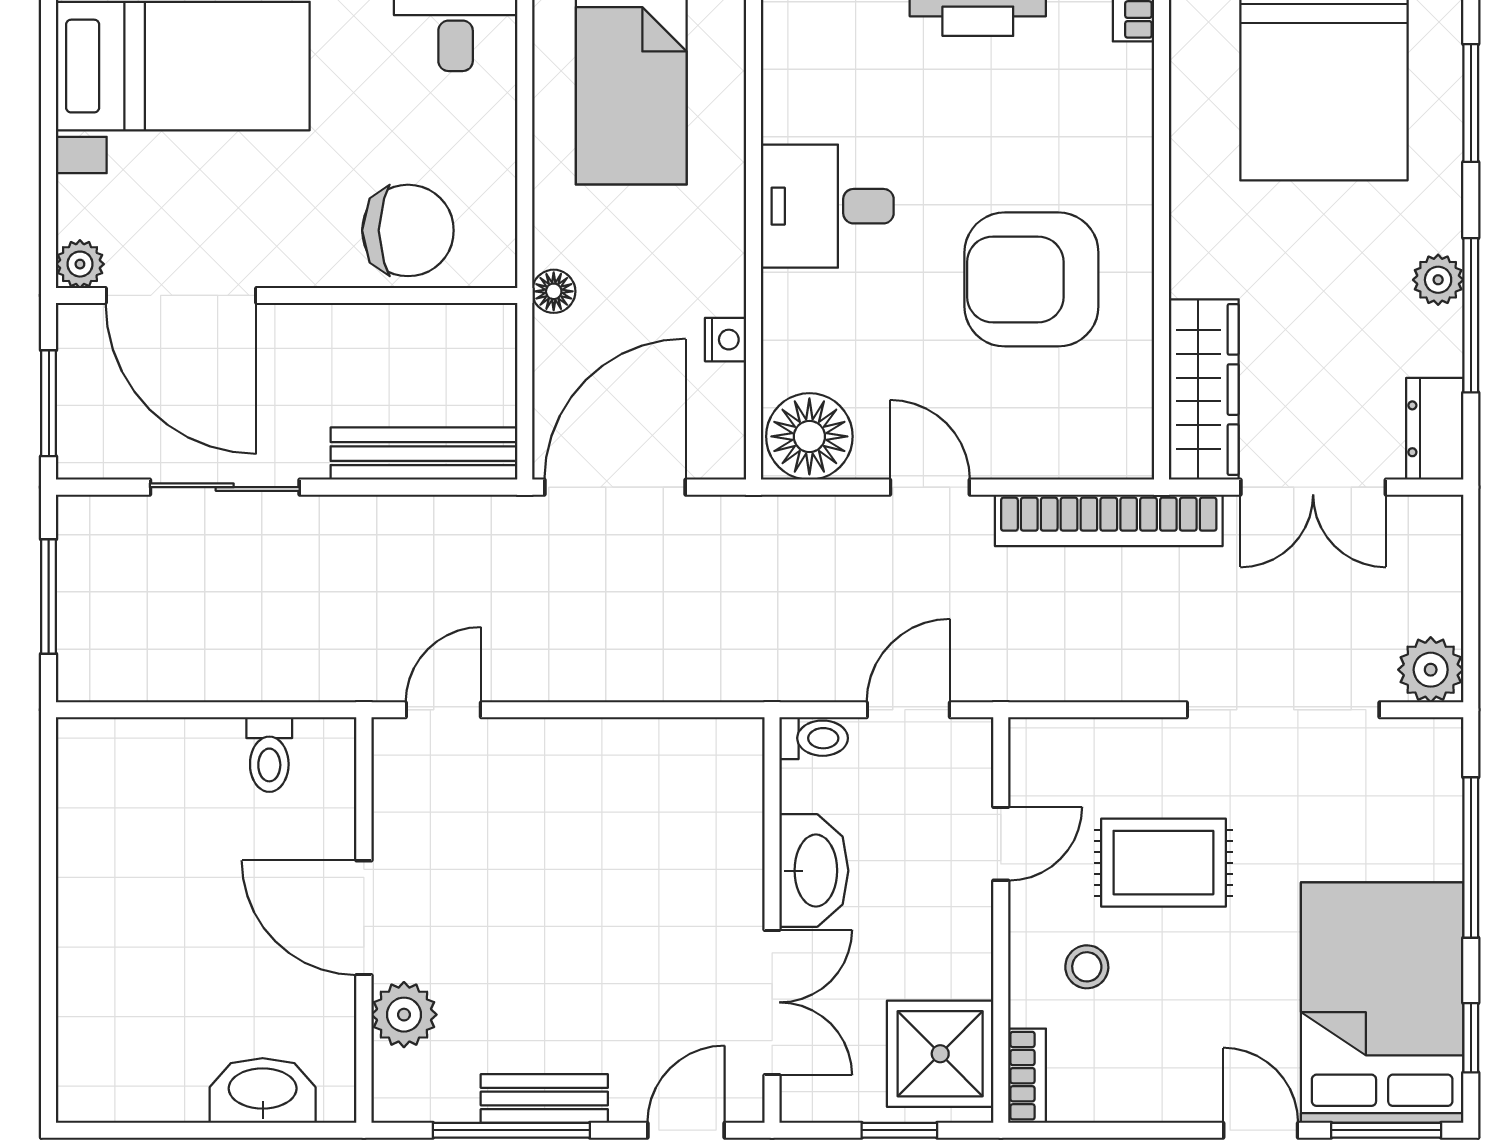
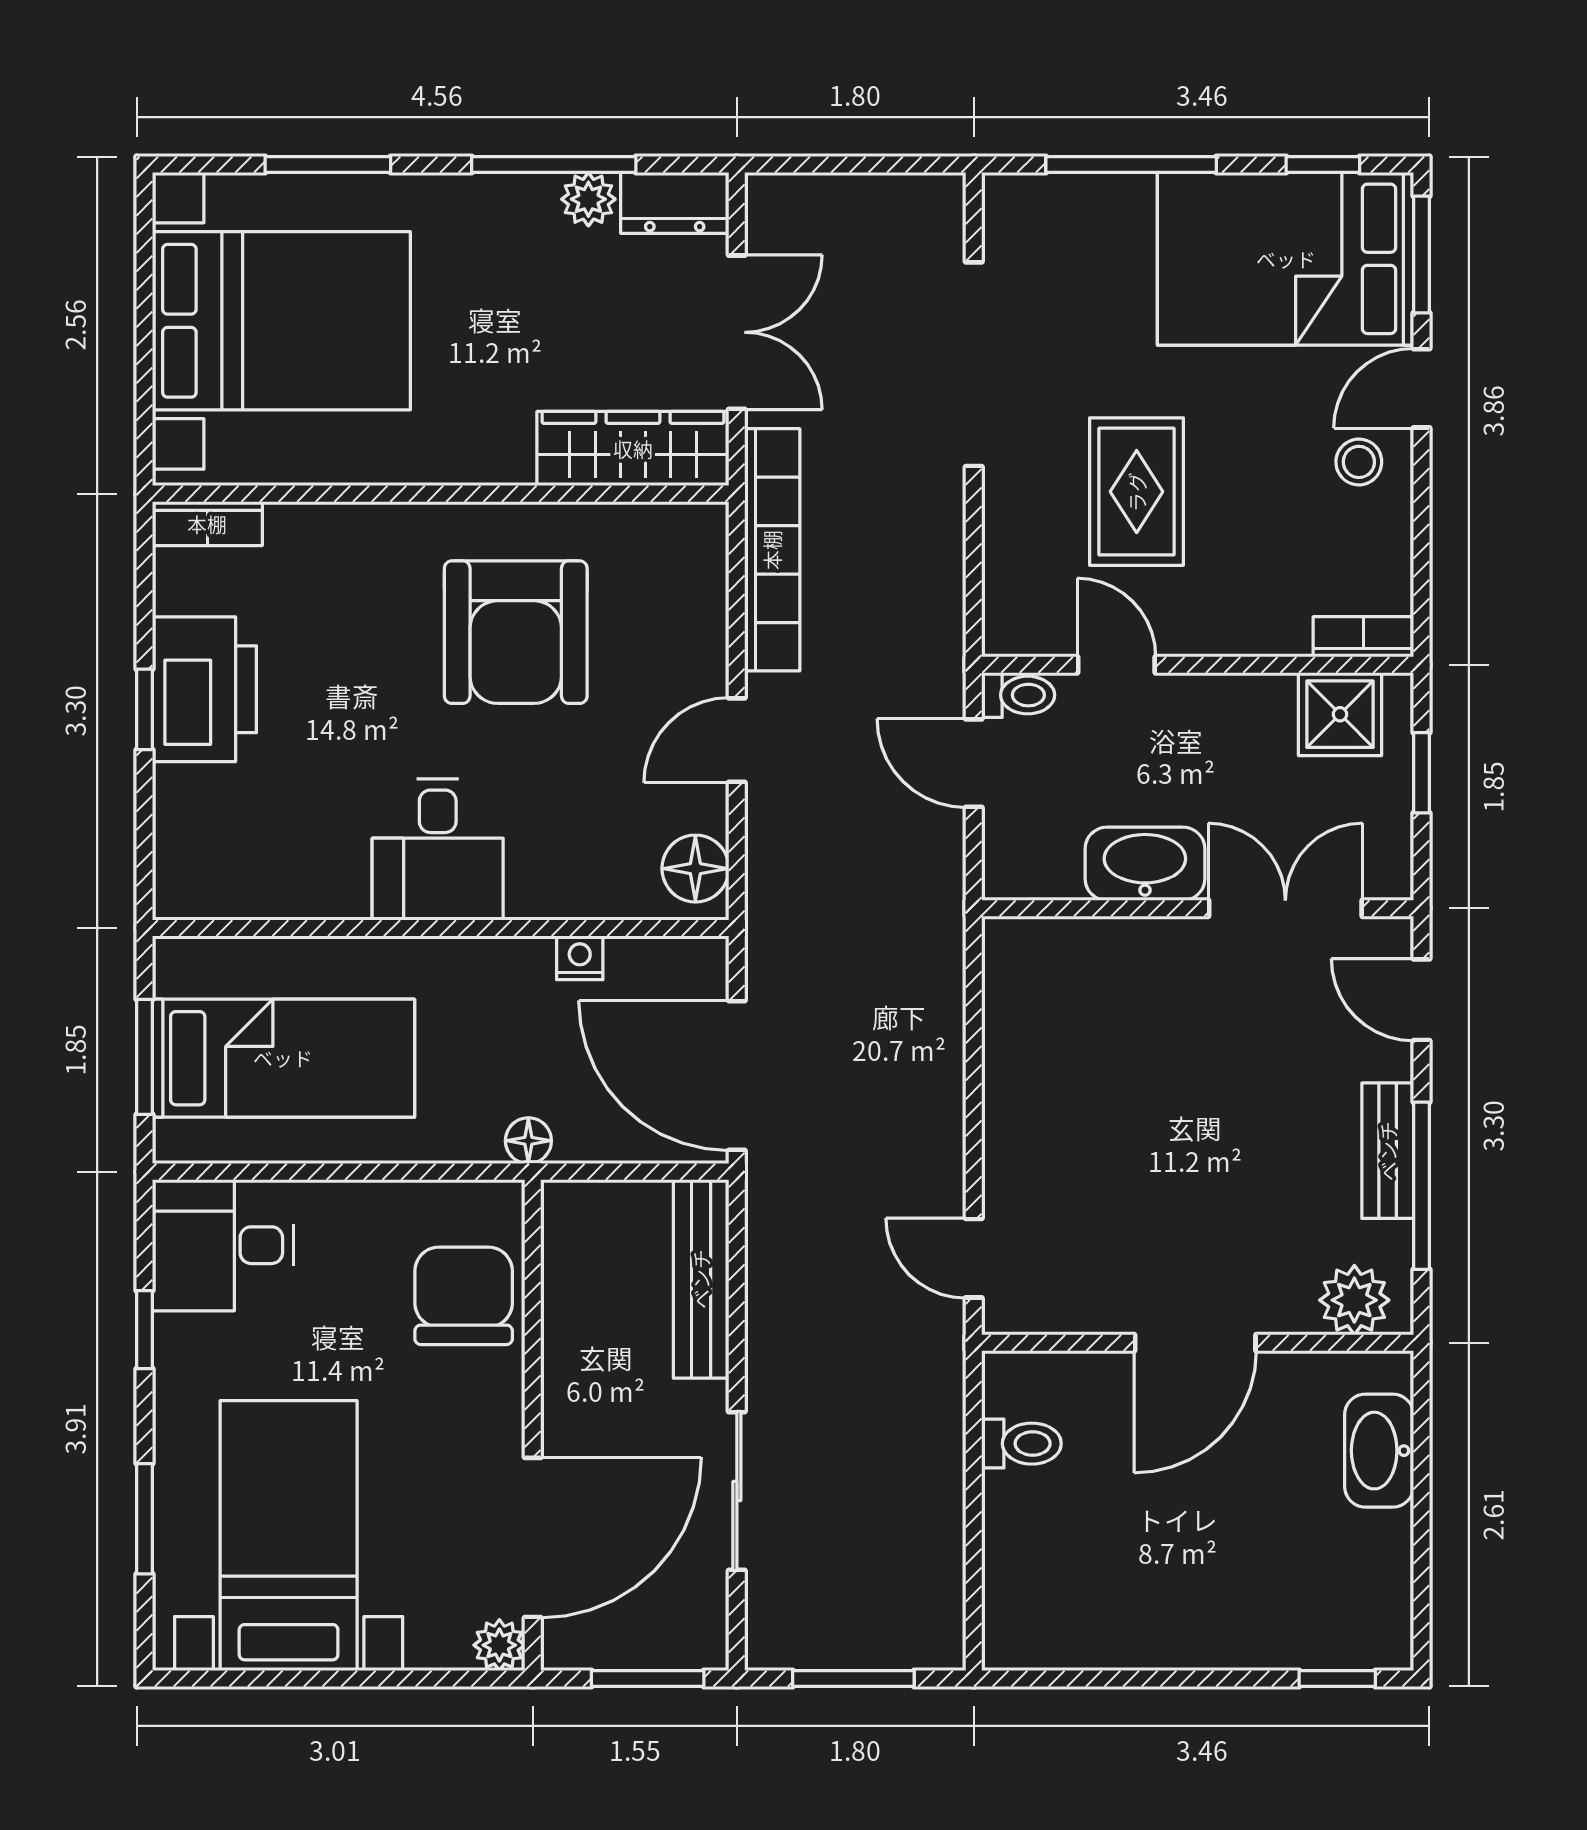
plant: (1438, 280) -> (588, 199), moved
floor lamp: (809, 436) -> (695, 869), width x0.73, depth x0.73
plant: (1431, 670) -> (931, 207), removed
toilet: (814, 738) -> (1018, 695), moved, turned 90
stool: (1087, 967) -> (1359, 462), moved
plant: (404, 1015) -> (1354, 1300), moved
window: (49, 1051) -> (1337, 1678), added
shower: (940, 1054) -> (1340, 714), width x0.73, depth x0.73

